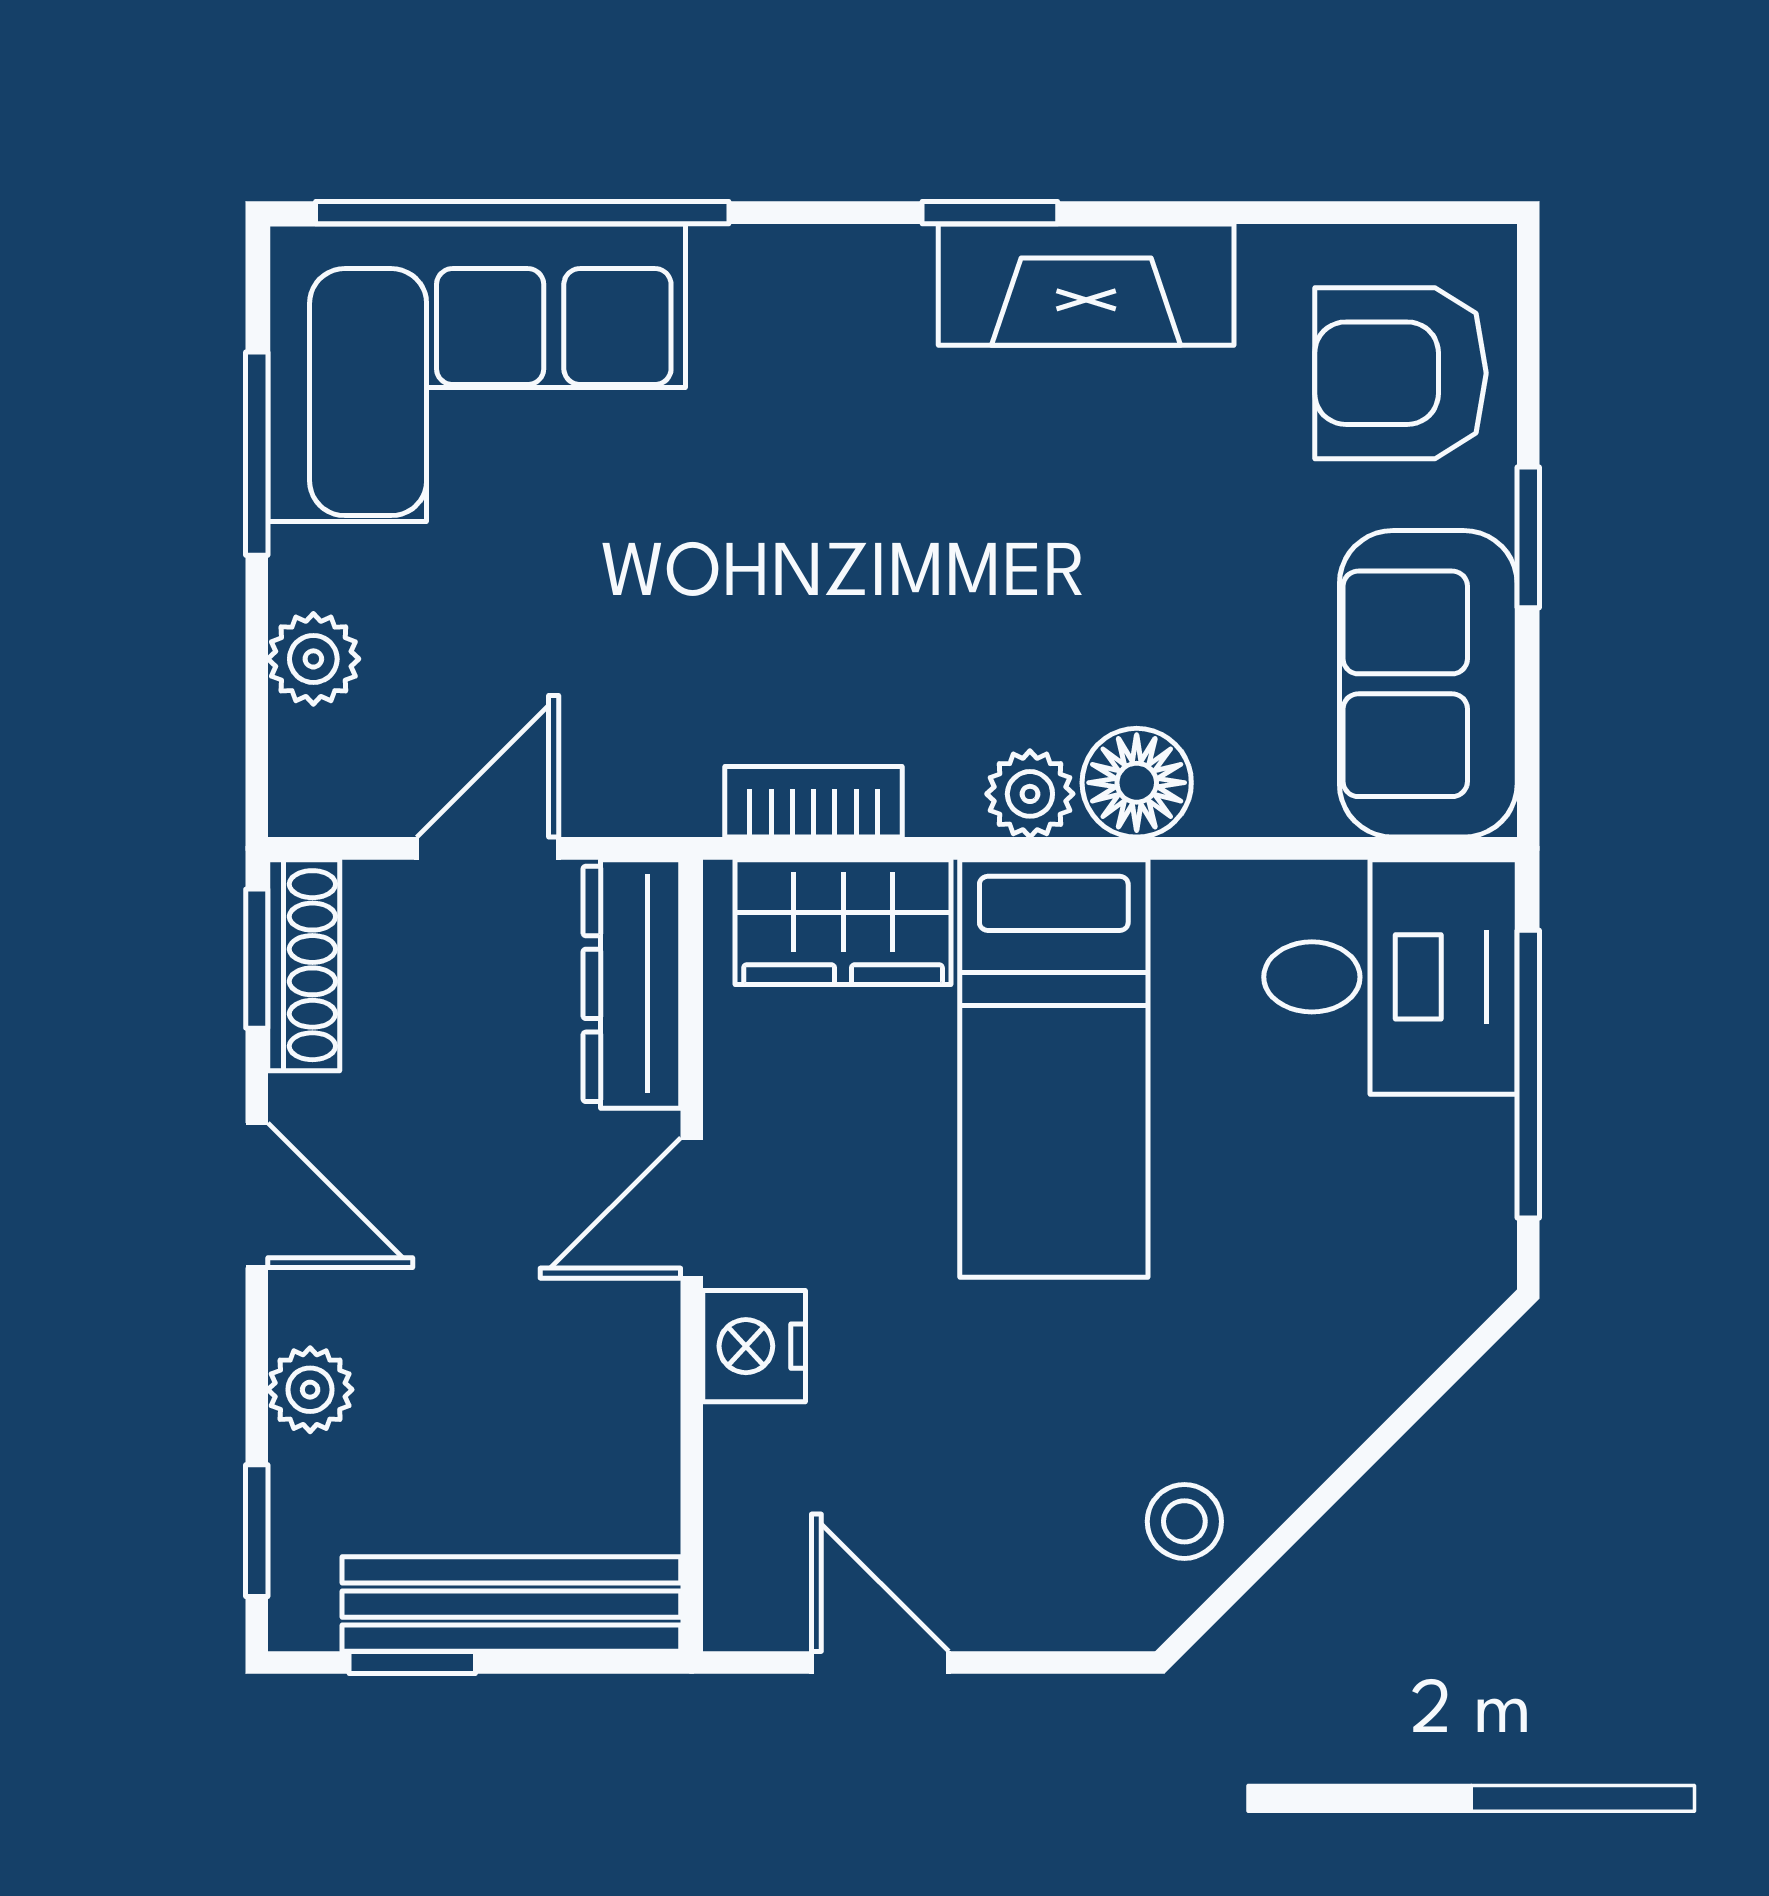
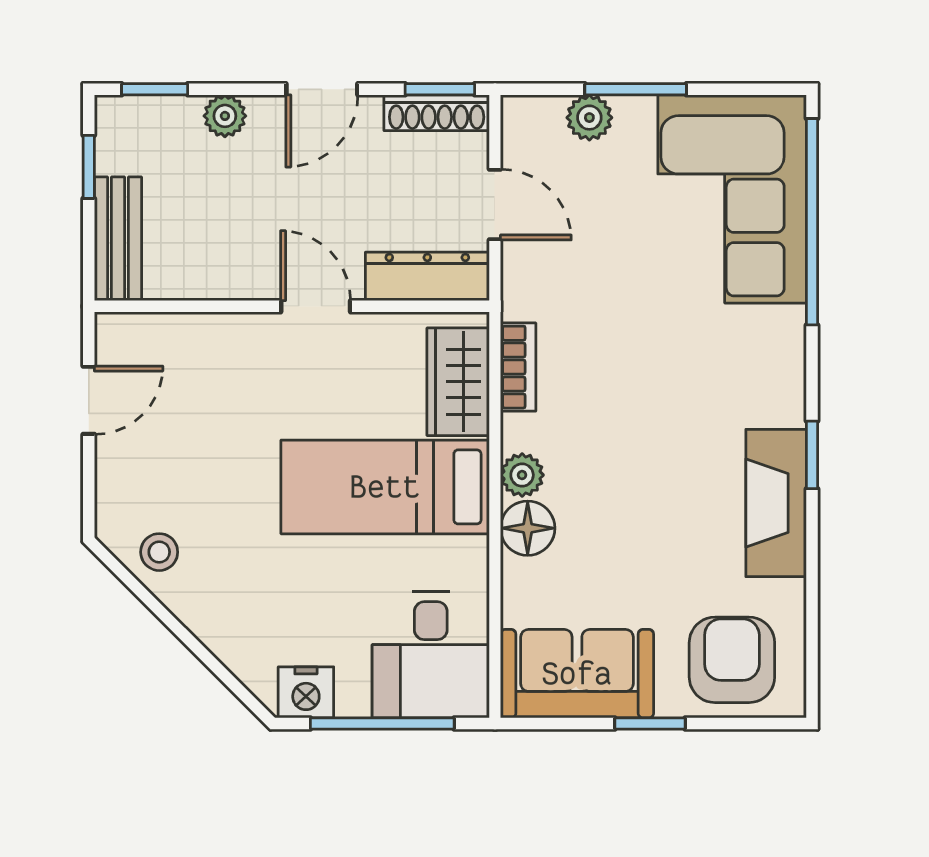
window: (257, 454) -> (636, 89), moved
nightstand: (754, 1346) -> (306, 692), moved, turned 180
bench: (511, 1604) -> (118, 239), width x0.73

